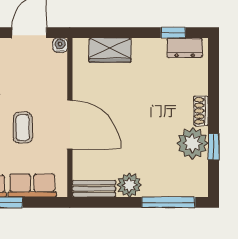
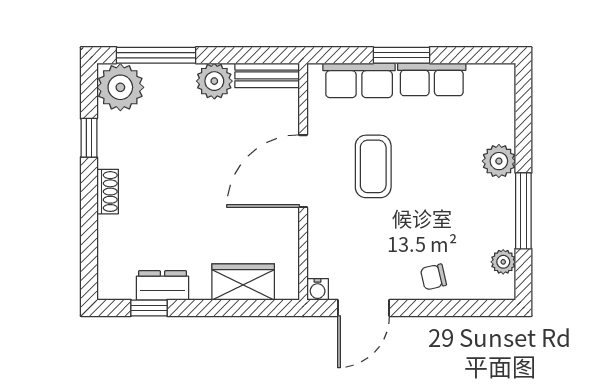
dresser: (185, 48) -> (163, 285), moved
door: (70, 125) -> (303, 171), hinge flipped
coffee table: (23, 128) -> (373, 166), width x1.36, depth x1.30
plant: (192, 143) -> (120, 87), moved

